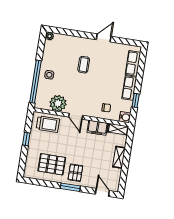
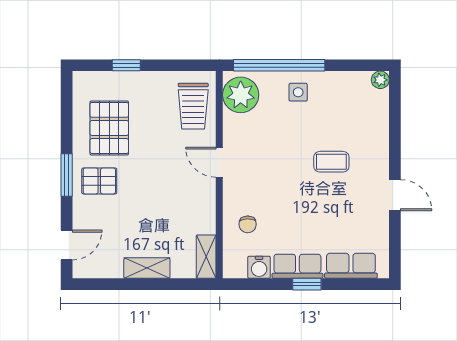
window: (136, 100) -> (307, 284), moved
plant: (58, 103) -> (241, 95), moved
door: (76, 116) -> (219, 162), hinge flipped
water cooler: (125, 117) -> (259, 267), moved
filing cabinet: (97, 128) -> (202, 212), removed
window: (26, 139) -> (126, 65), moved

